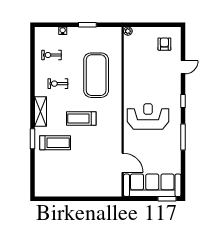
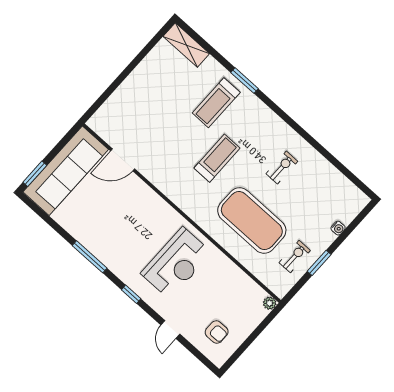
exercise bike: (51, 55) -> (295, 256), moved
shelving: (41, 112) -> (186, 45), moved
reception desk: (148, 116) -> (176, 263), moved

